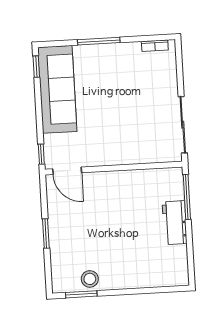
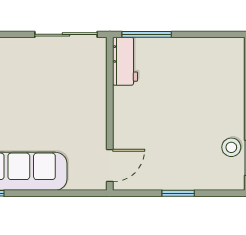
window: (41, 154) -> (90, 193), removed
workbench: (175, 223) -> (125, 61), moved, turned -90

